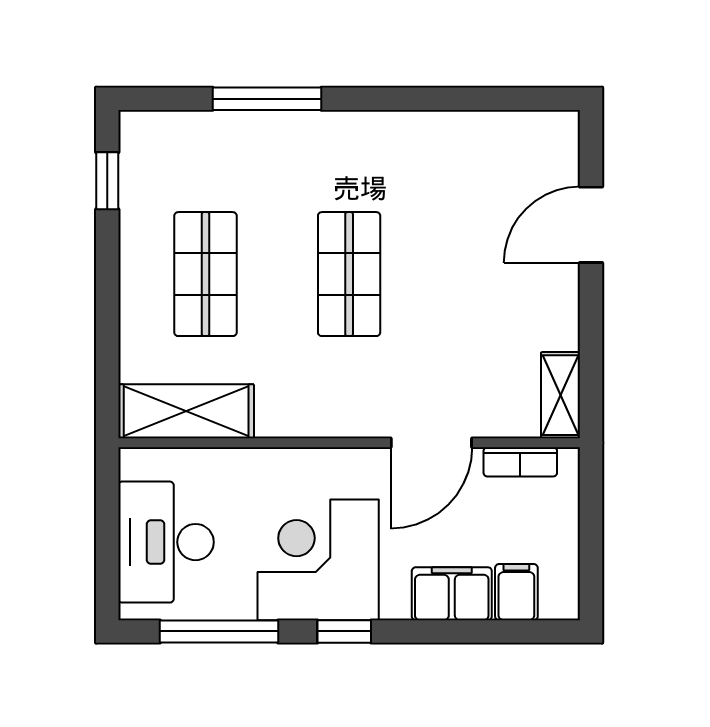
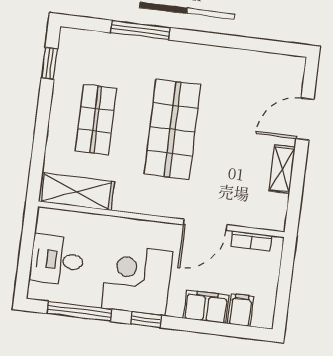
shop shelf: (349, 274) -> (172, 129), width x1.43, depth x1.36
shelving: (560, 395) -> (282, 169), moved
desk: (166, 542) -> (57, 260), width x0.73

